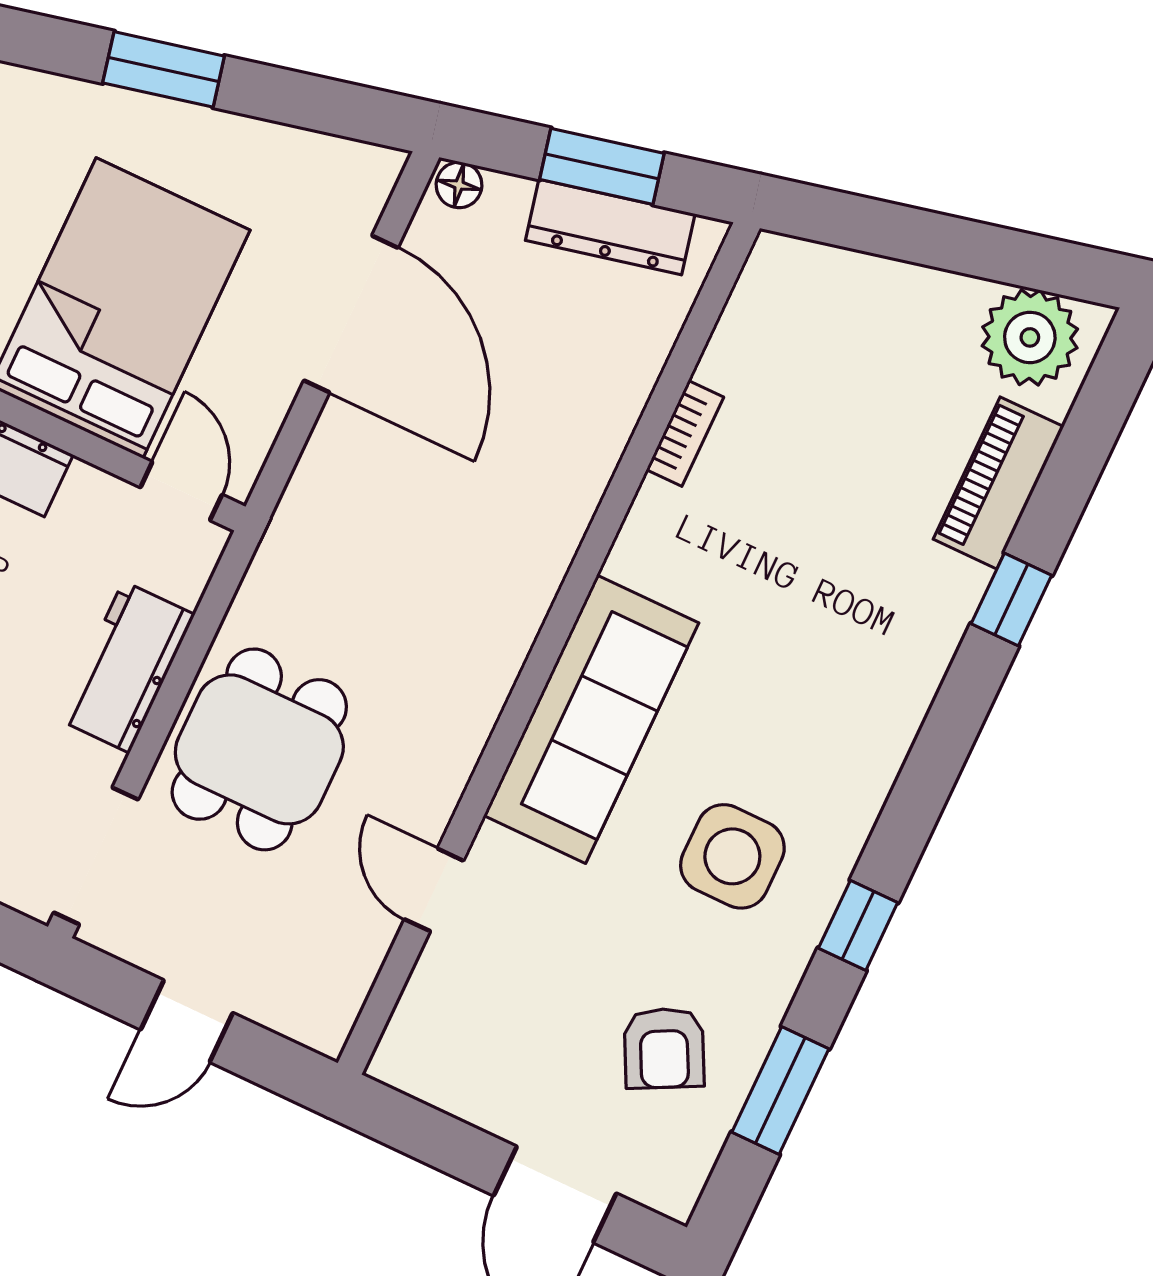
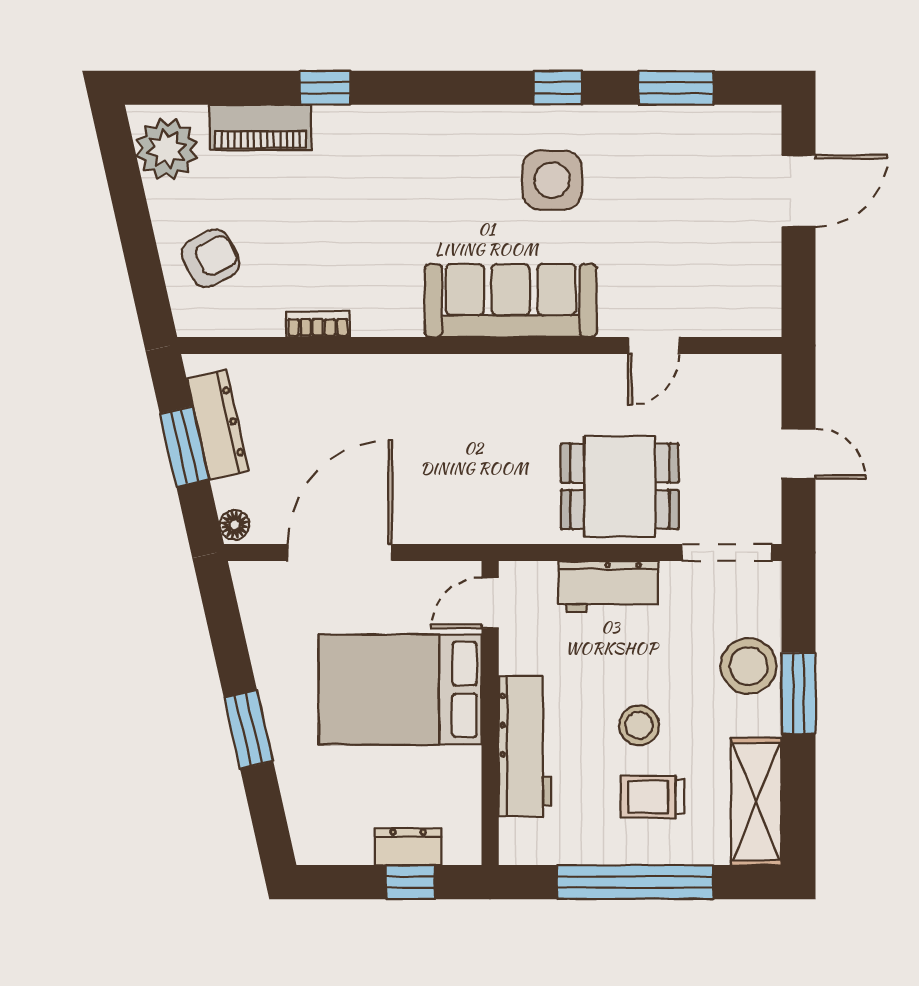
armchair: (664, 1048) -> (211, 258), moved

